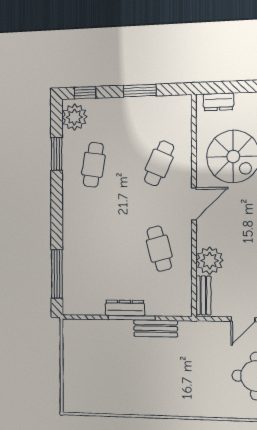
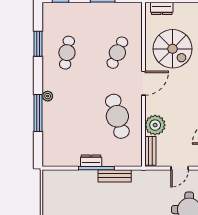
plant: (75, 117) -> (48, 96), moved, width x0.53, depth x0.53
cafe table: (159, 249) -> (117, 116), width x1.37, depth x1.35
window: (57, 274) -> (38, 113), moved
dresser: (125, 308) -> (91, 161), width x0.70

